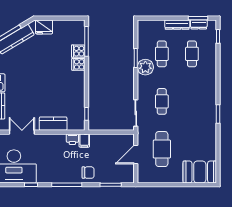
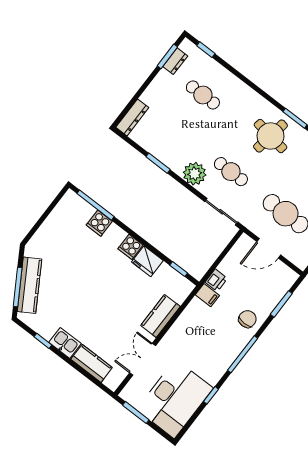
dresser: (177, 25) -> (132, 117), moved
fridge: (44, 27) -> (147, 261), moved, turned 90
cafe table: (162, 54) -> (176, 130), removed
cooker: (78, 64) -> (130, 247), moved
plant: (145, 67) -> (195, 174), moved
round table: (198, 108) -> (270, 136), added
printer: (72, 139) -> (216, 280), moved
door: (136, 154) -> (269, 248), hinge flipped

